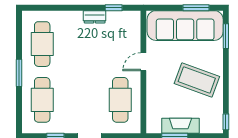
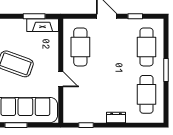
dresser: (95, 17) -> (116, 117), moved
door: (143, 62) -> (61, 79), hinge flipped
fireplace: (180, 126) -> (43, 25), moved

